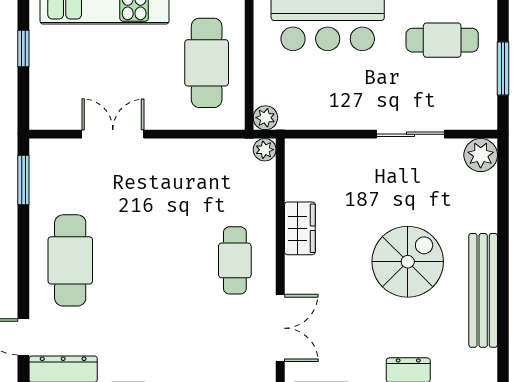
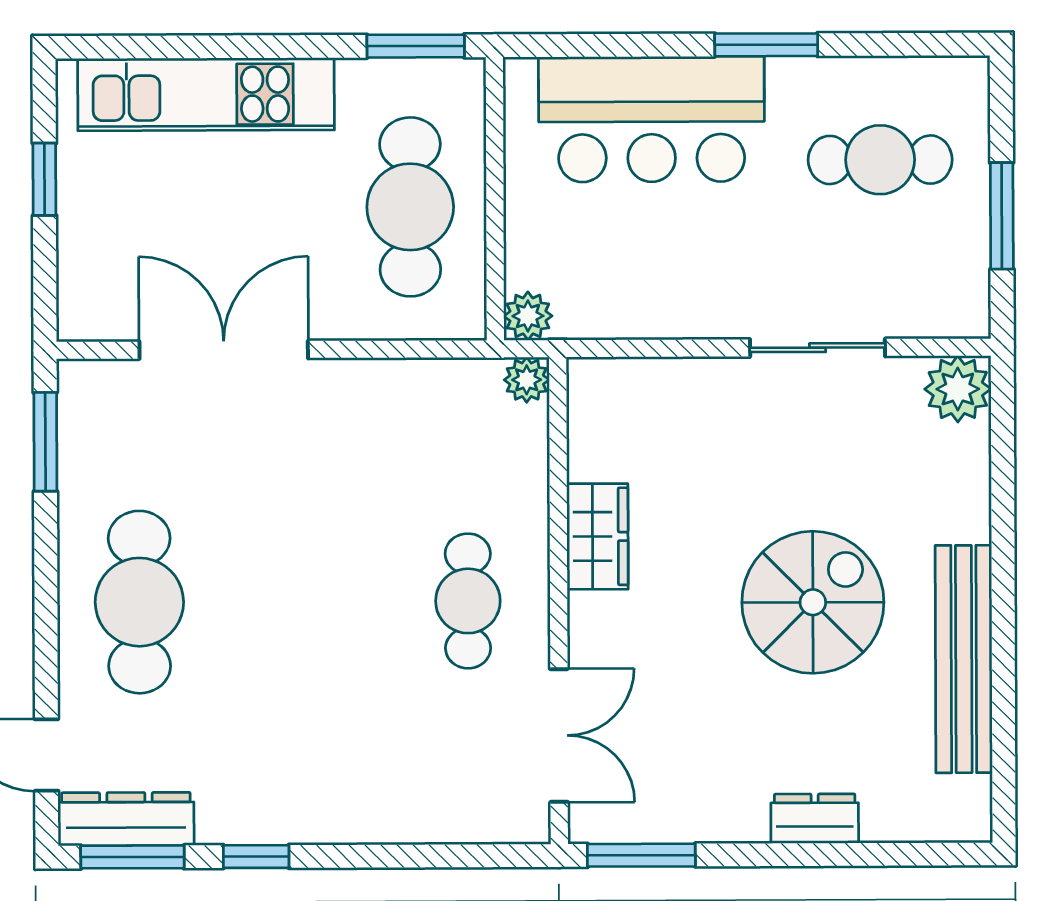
double door: (113, 134) -> (224, 350), width x1.37

